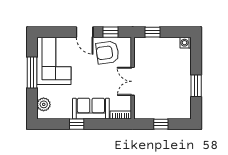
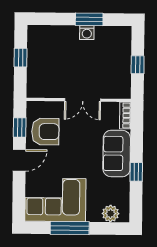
window: (153, 32) -> (21, 58), moved
washing machine: (186, 43) -> (87, 33), moved
armchair: (107, 52) -> (45, 132), turned -82

